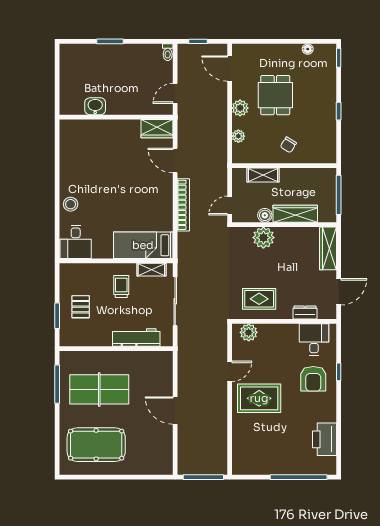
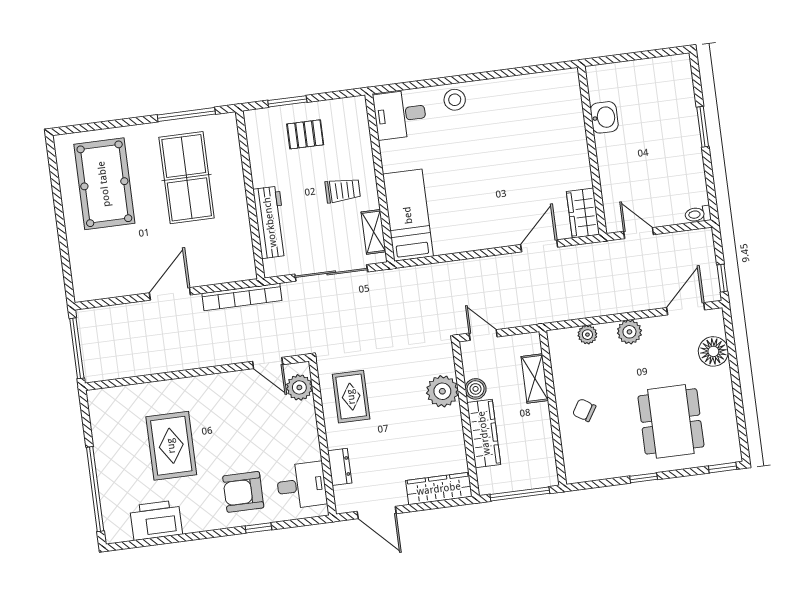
window: (198, 41) -> (722, 278), moved
floor lamp: (308, 49) -> (713, 351), moved, width x1.89, depth x1.89
dining table: (275, 95) -> (671, 421), moved, width x1.38
bookcase: (183, 205) -> (242, 297), moved
door: (230, 371) -> (268, 363), moved
rug: (259, 398) -> (171, 446), moved

